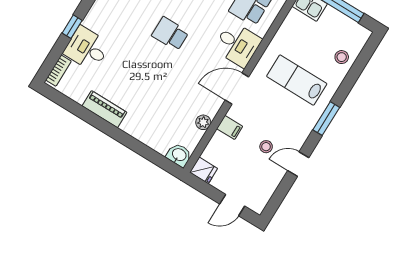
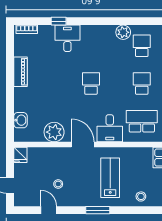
desk: (87, 49) -> (67, 38), moved
plant: (203, 122) -> (54, 132), width x1.88, depth x1.88
filing cabinet: (230, 127) -> (56, 155), removed
washbasin: (179, 155) -> (20, 120), moved
door: (298, 164) -> (49, 210), moved

